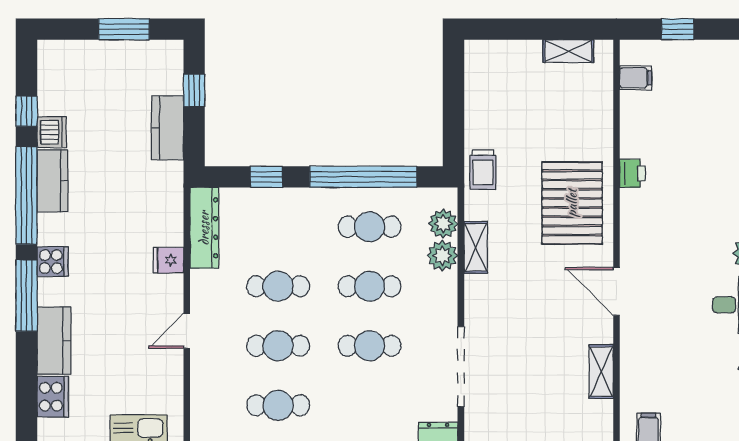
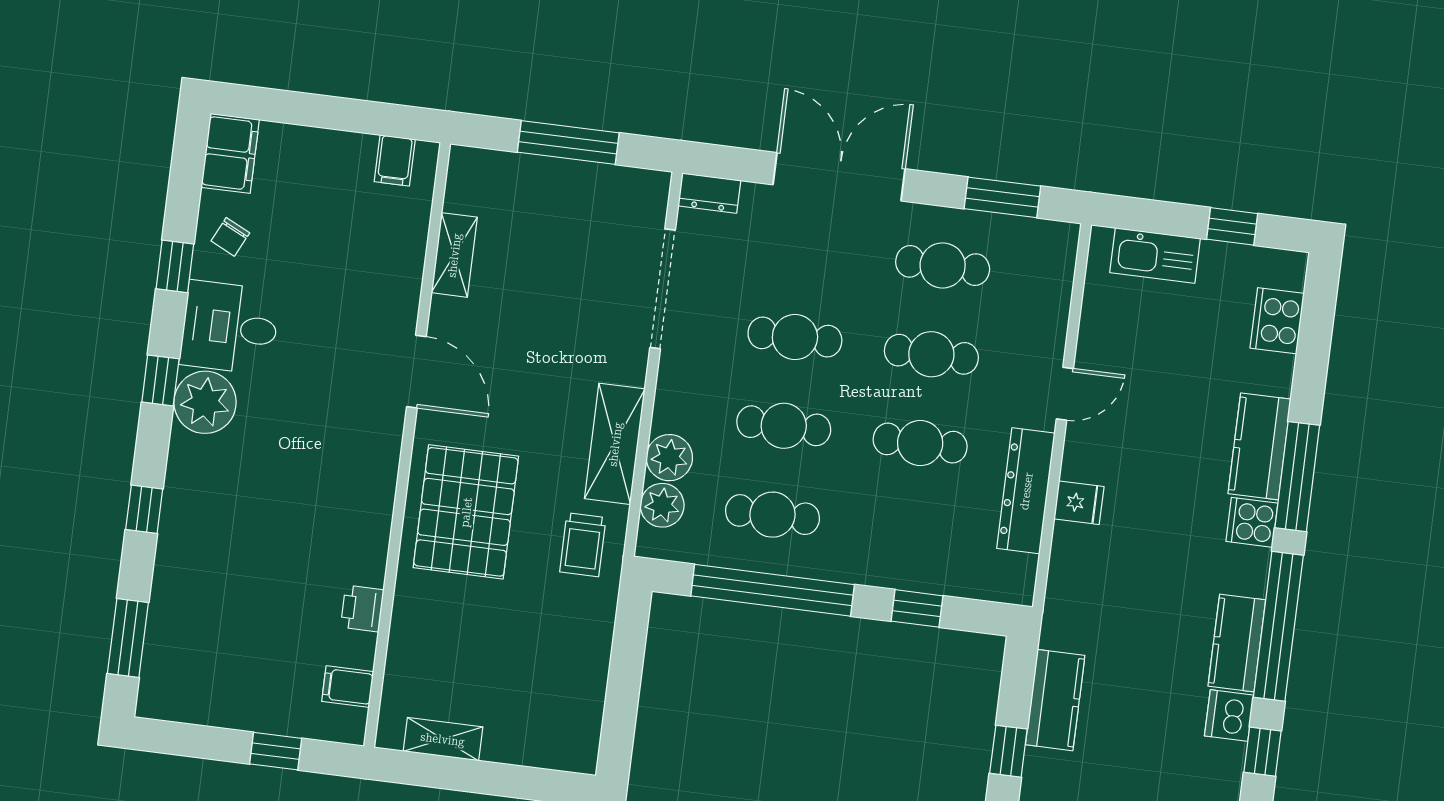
trolley: (483, 170) -> (583, 545), moved, turned 180
printer: (632, 173) -> (362, 609), moved
dresser: (204, 228) -> (1026, 491), moved
shelving: (476, 247) -> (615, 444), width x1.50, depth x1.33
kitchen counter: (54, 341) -> (1259, 446), moved

